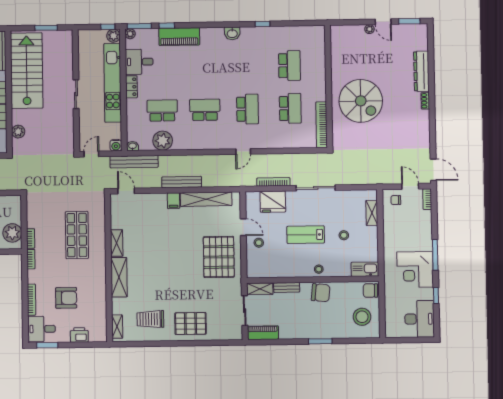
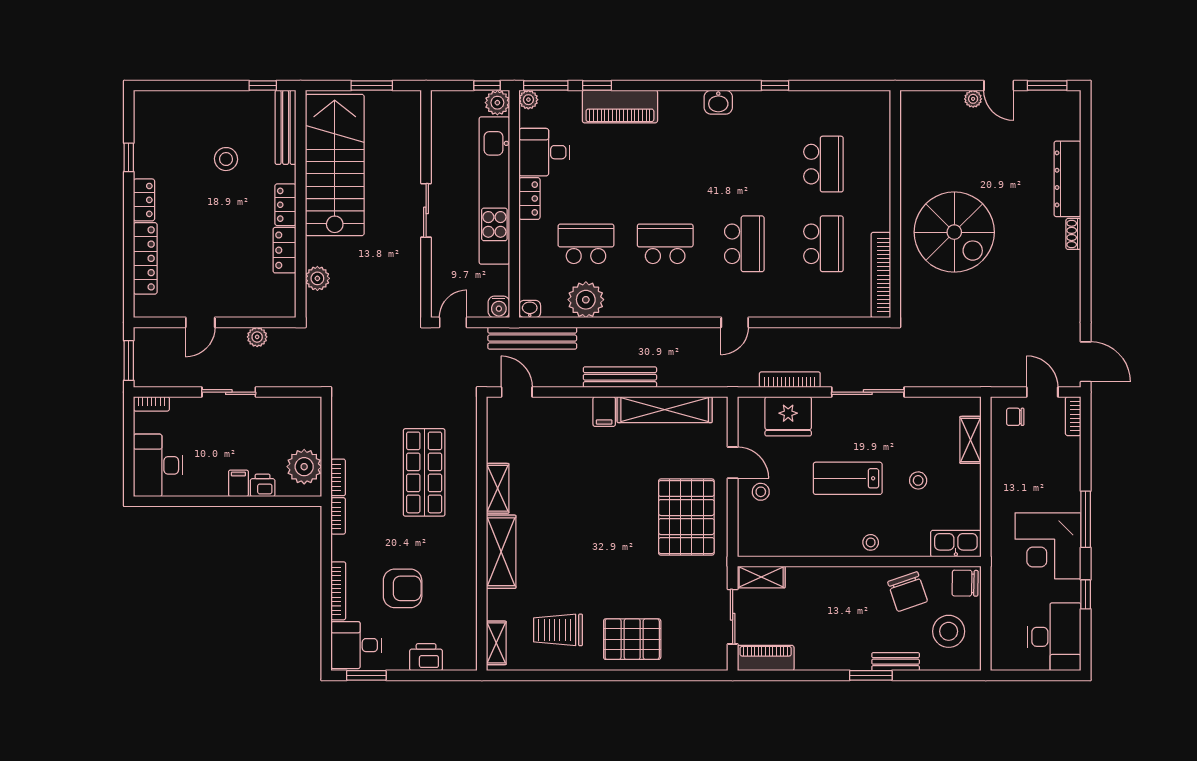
bench: (287, 287) -> (896, 662), moved
chair: (321, 293) -> (908, 592), moved, turned 65

